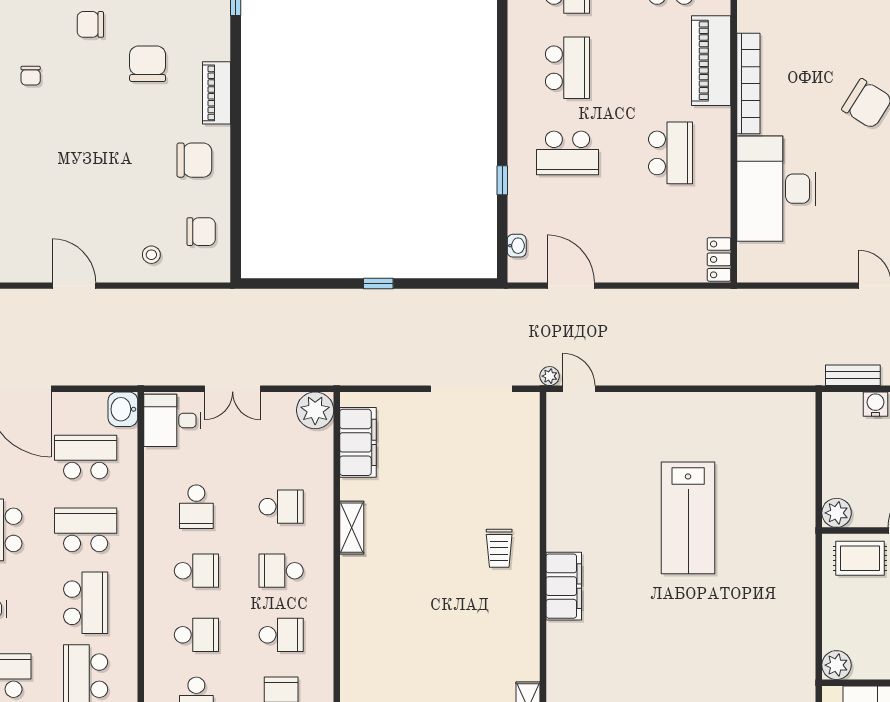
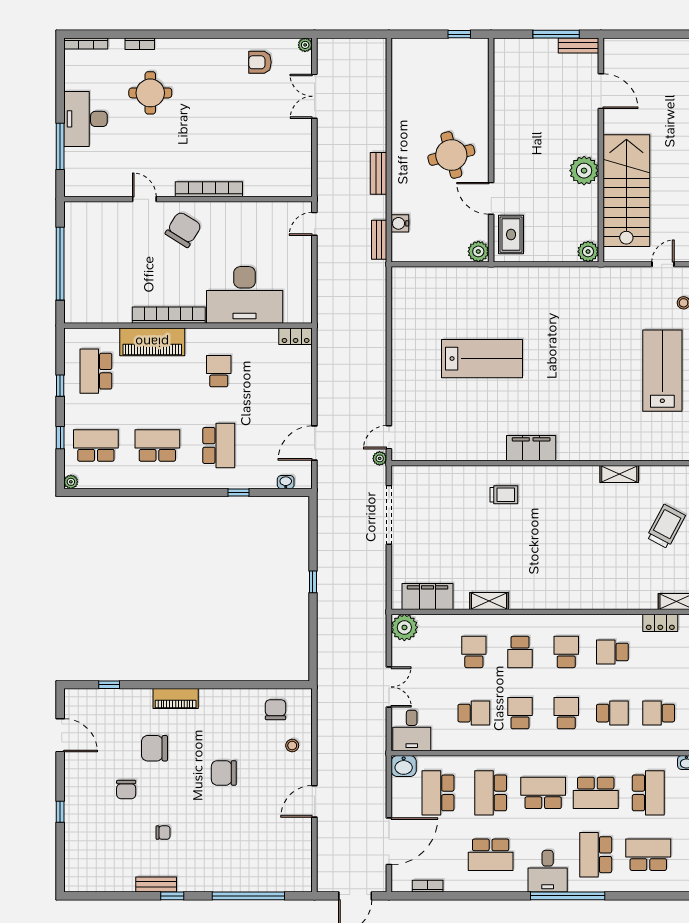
school desk: (671, 153) -> (219, 371), width x0.54
chair: (194, 160) -> (224, 773), moved, turned -90

